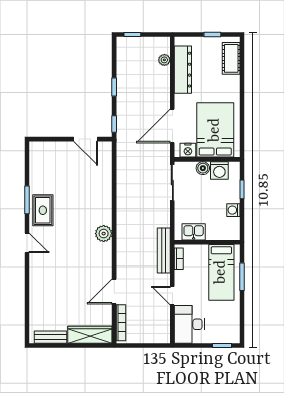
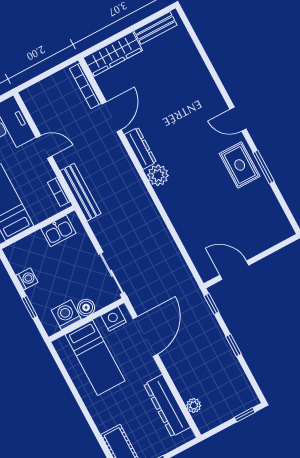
bed: (215, 130) -> (95, 358), width x0.67
dresser: (106, 259) -> (140, 148), added

